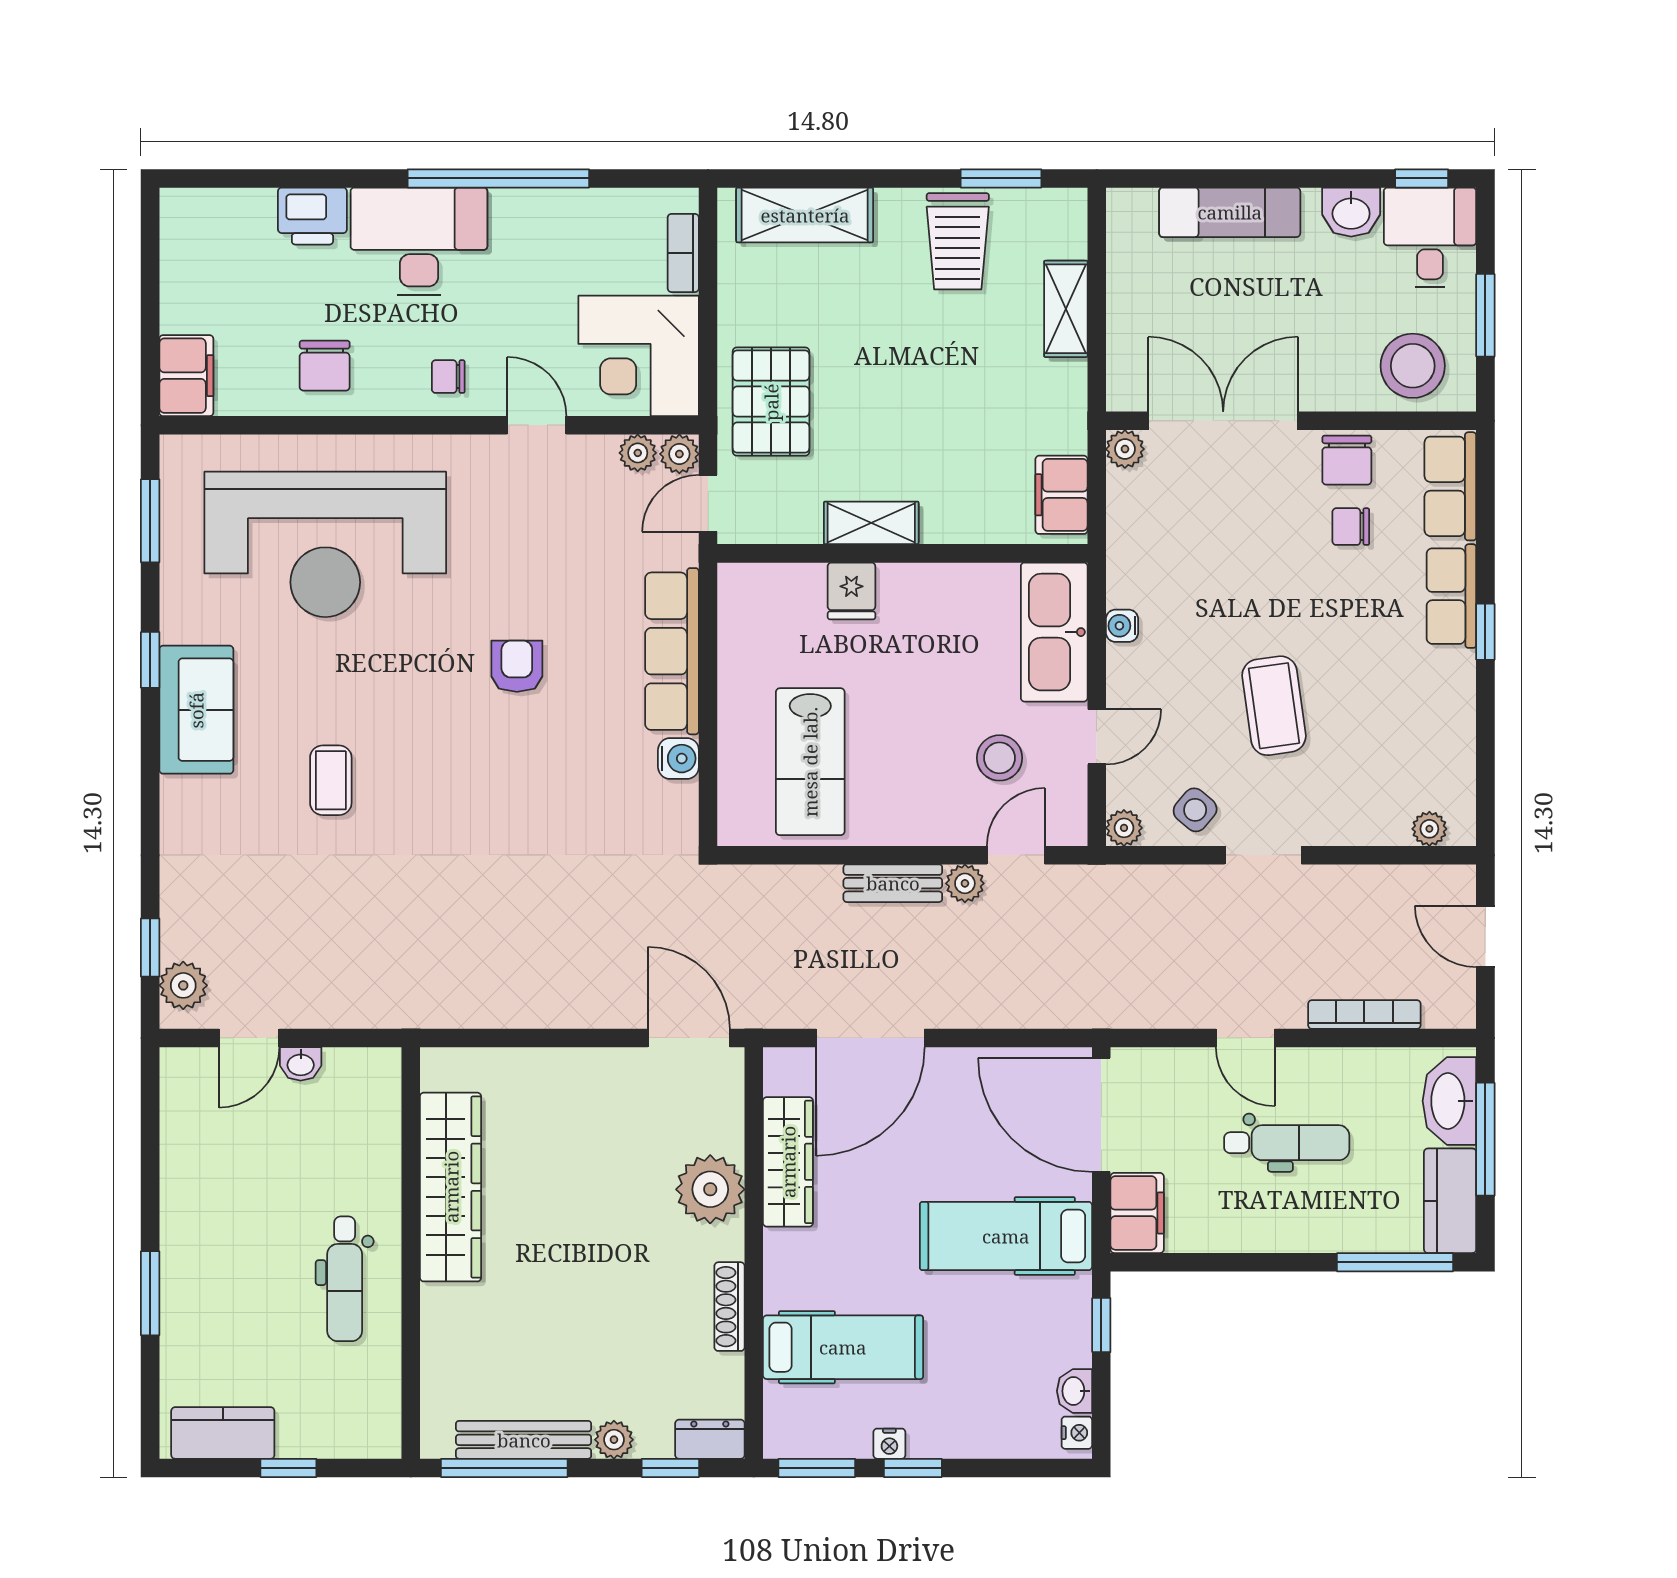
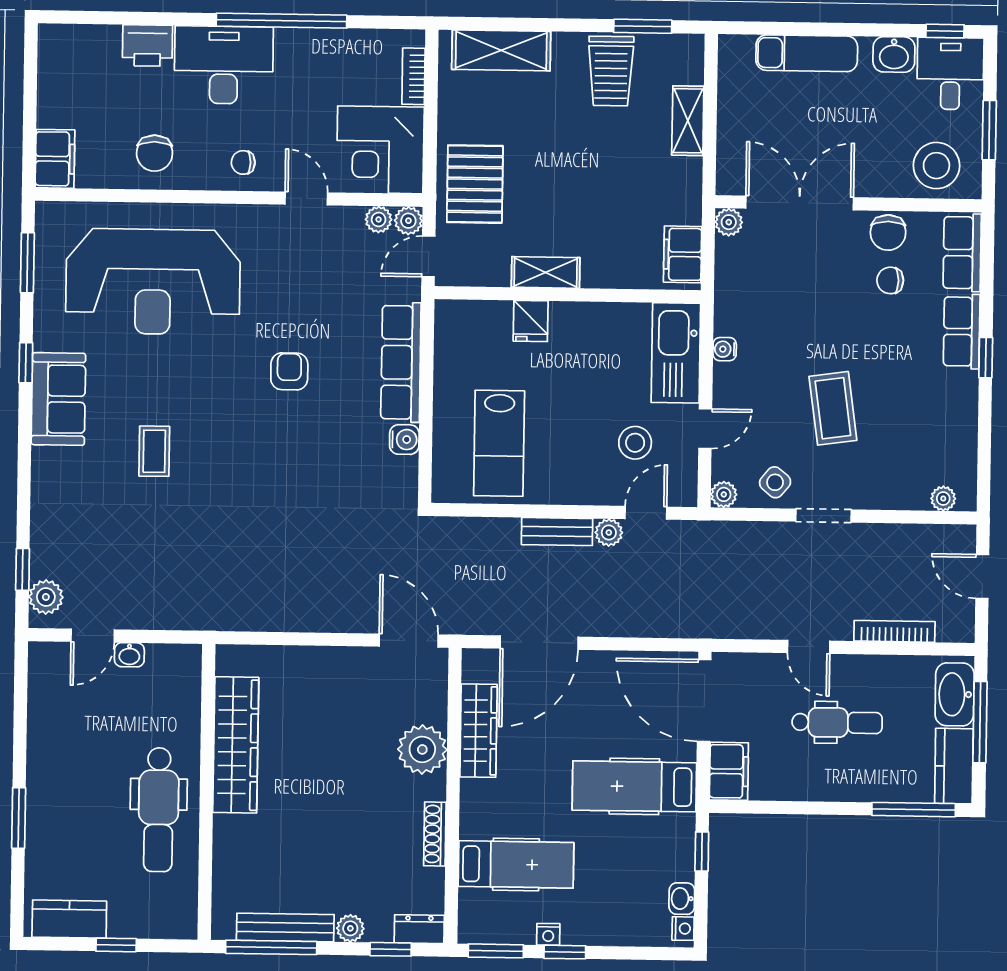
dental chair: (345, 1279) -> (159, 810), width x1.36, depth x1.38

